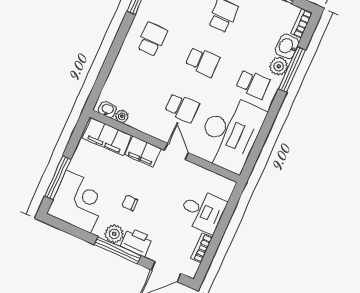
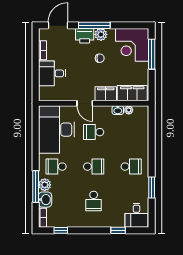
school desk: (152, 39) -> (131, 167), turned -90
school desk: (202, 62) -> (94, 167), turned 180
washbasin: (107, 110) -> (118, 110), moved

